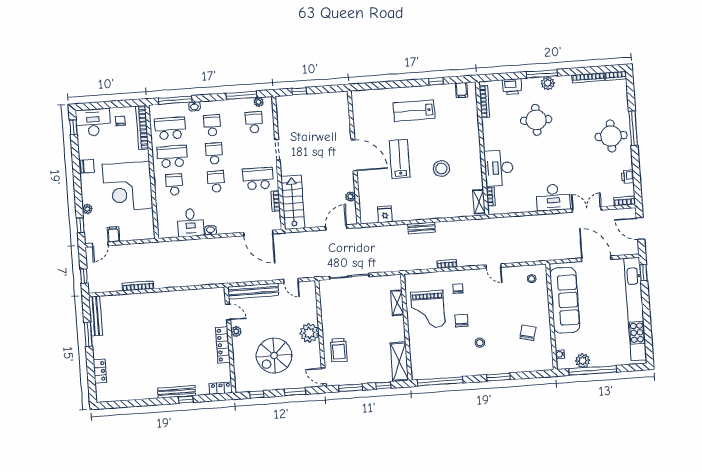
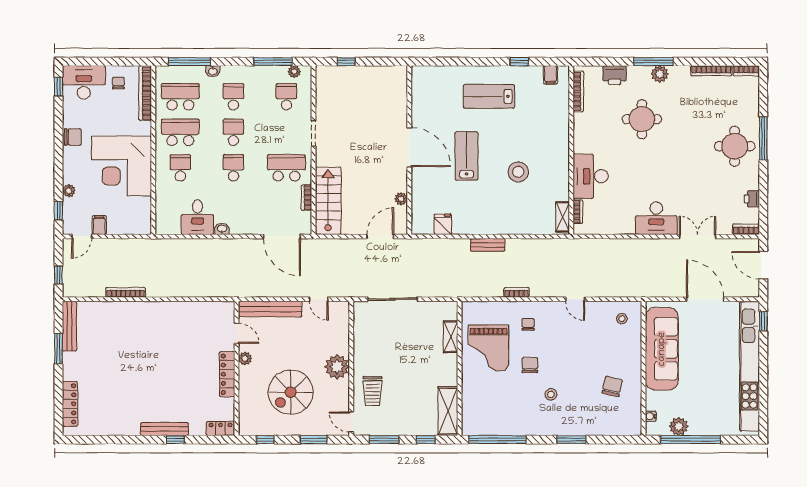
locker: (100, 371) -> (70, 404), width x1.53

